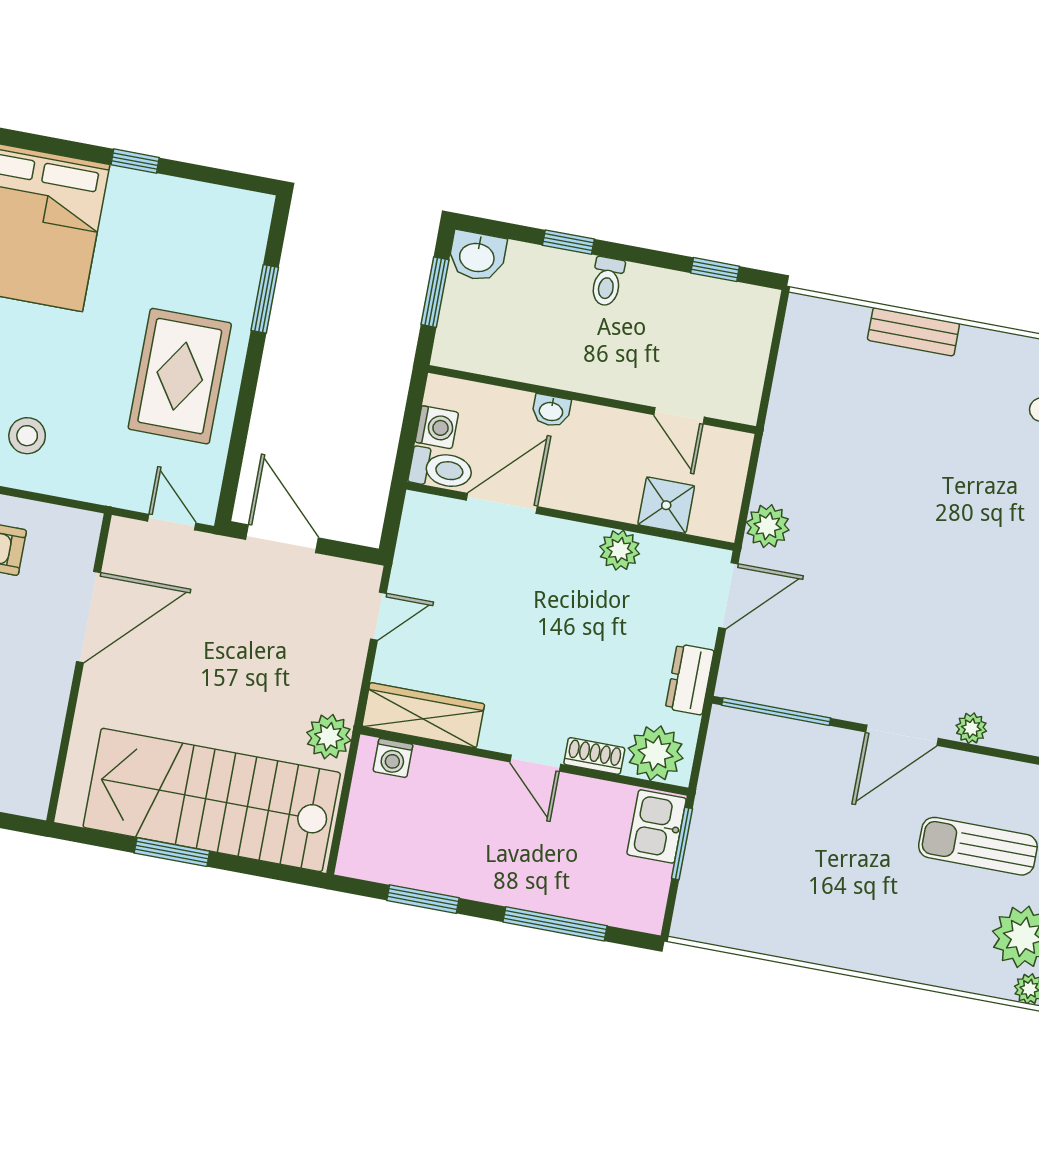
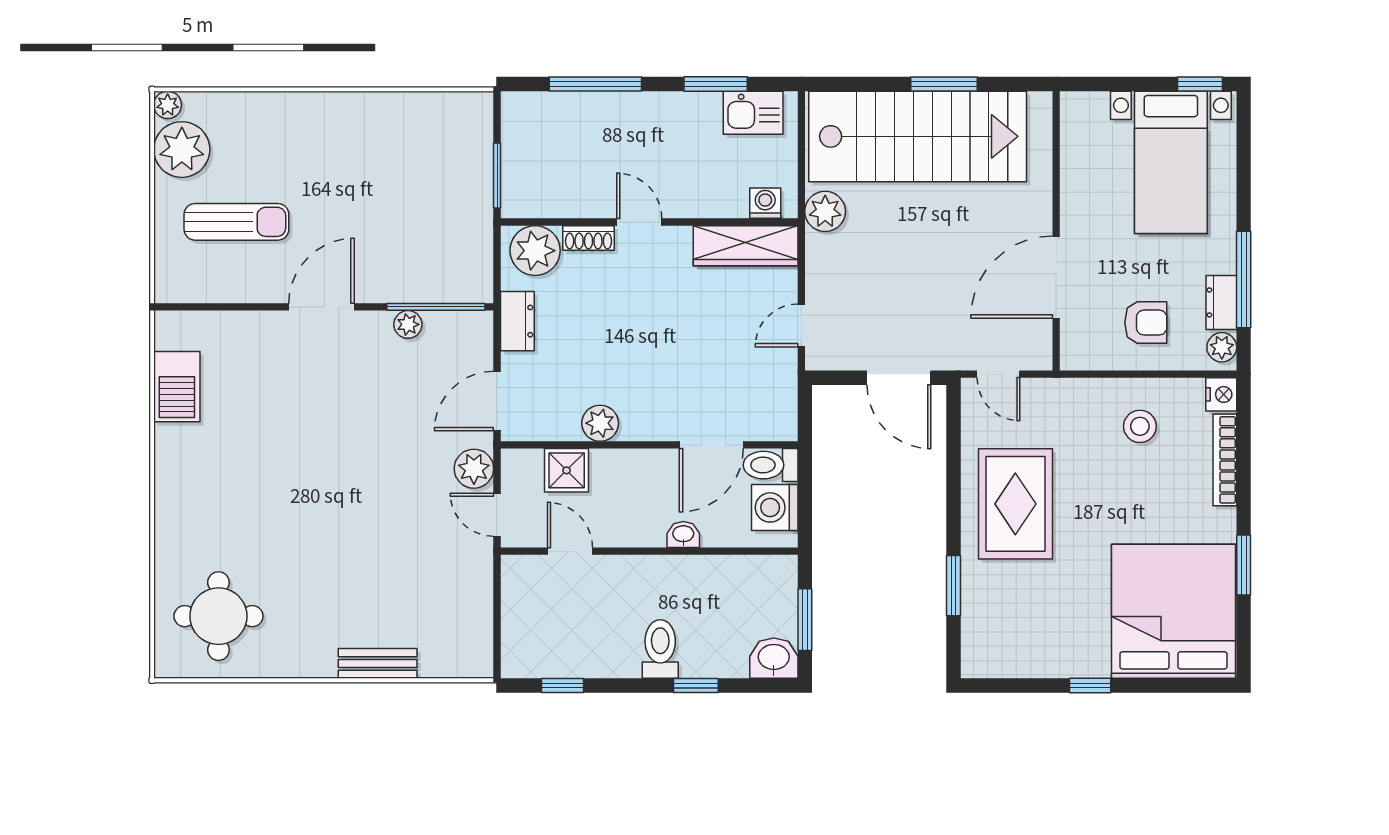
toilet: (607, 282) -> (660, 649), width x1.37, depth x1.39
washing machine: (437, 427) -> (775, 507), width x1.38, depth x1.38
door: (752, 471) -> (497, 515), added
plant: (971, 728) -> (408, 324), moved
kitchen sink: (657, 826) -> (753, 113), moved, turned 90

